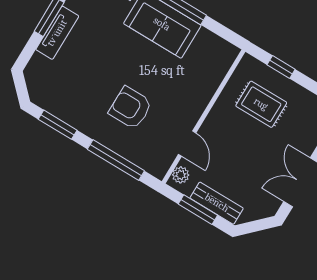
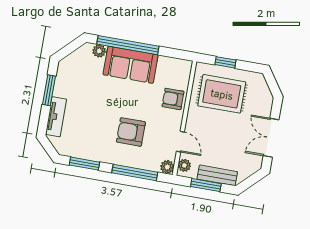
tv unit: (57, 33) -> (56, 117), moved
armchair: (198, 87) -> (173, 99), added
rug: (261, 104) -> (222, 94), width x1.36, depth x1.43
plant: (159, 169) -> (167, 167), added

